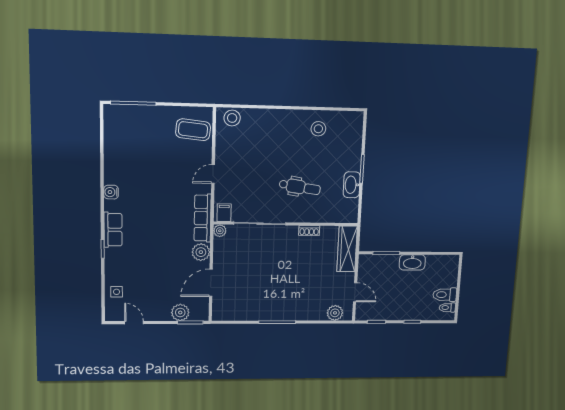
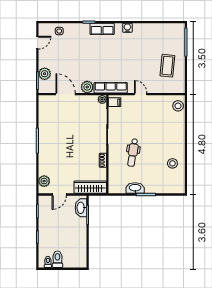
coffee table: (193, 130) -> (167, 66), moved
washbasin: (412, 262) -> (81, 208), moved

